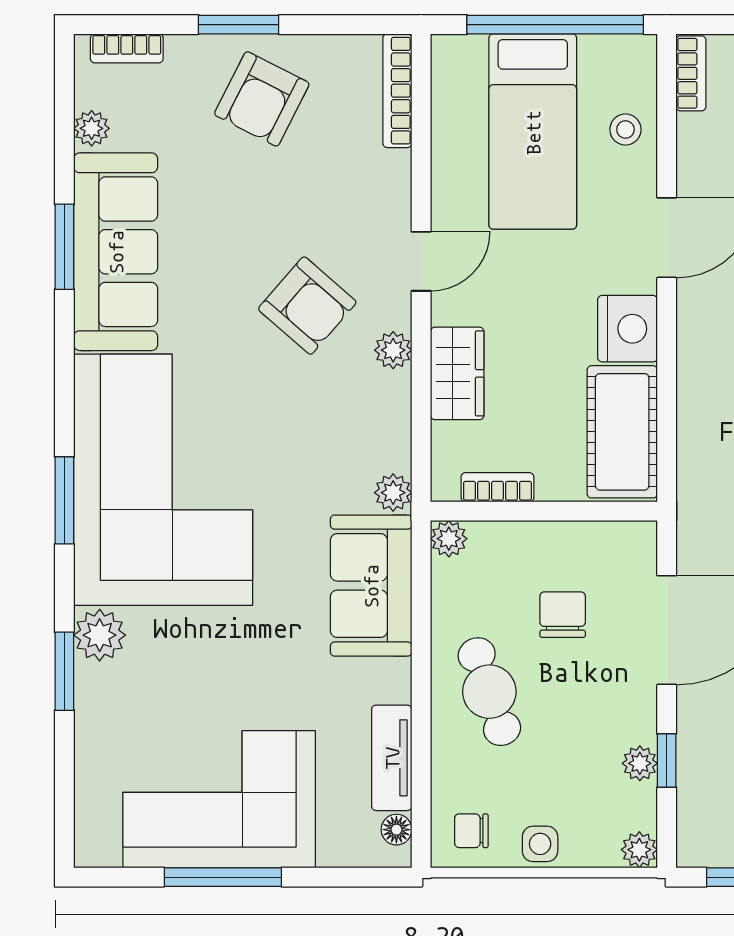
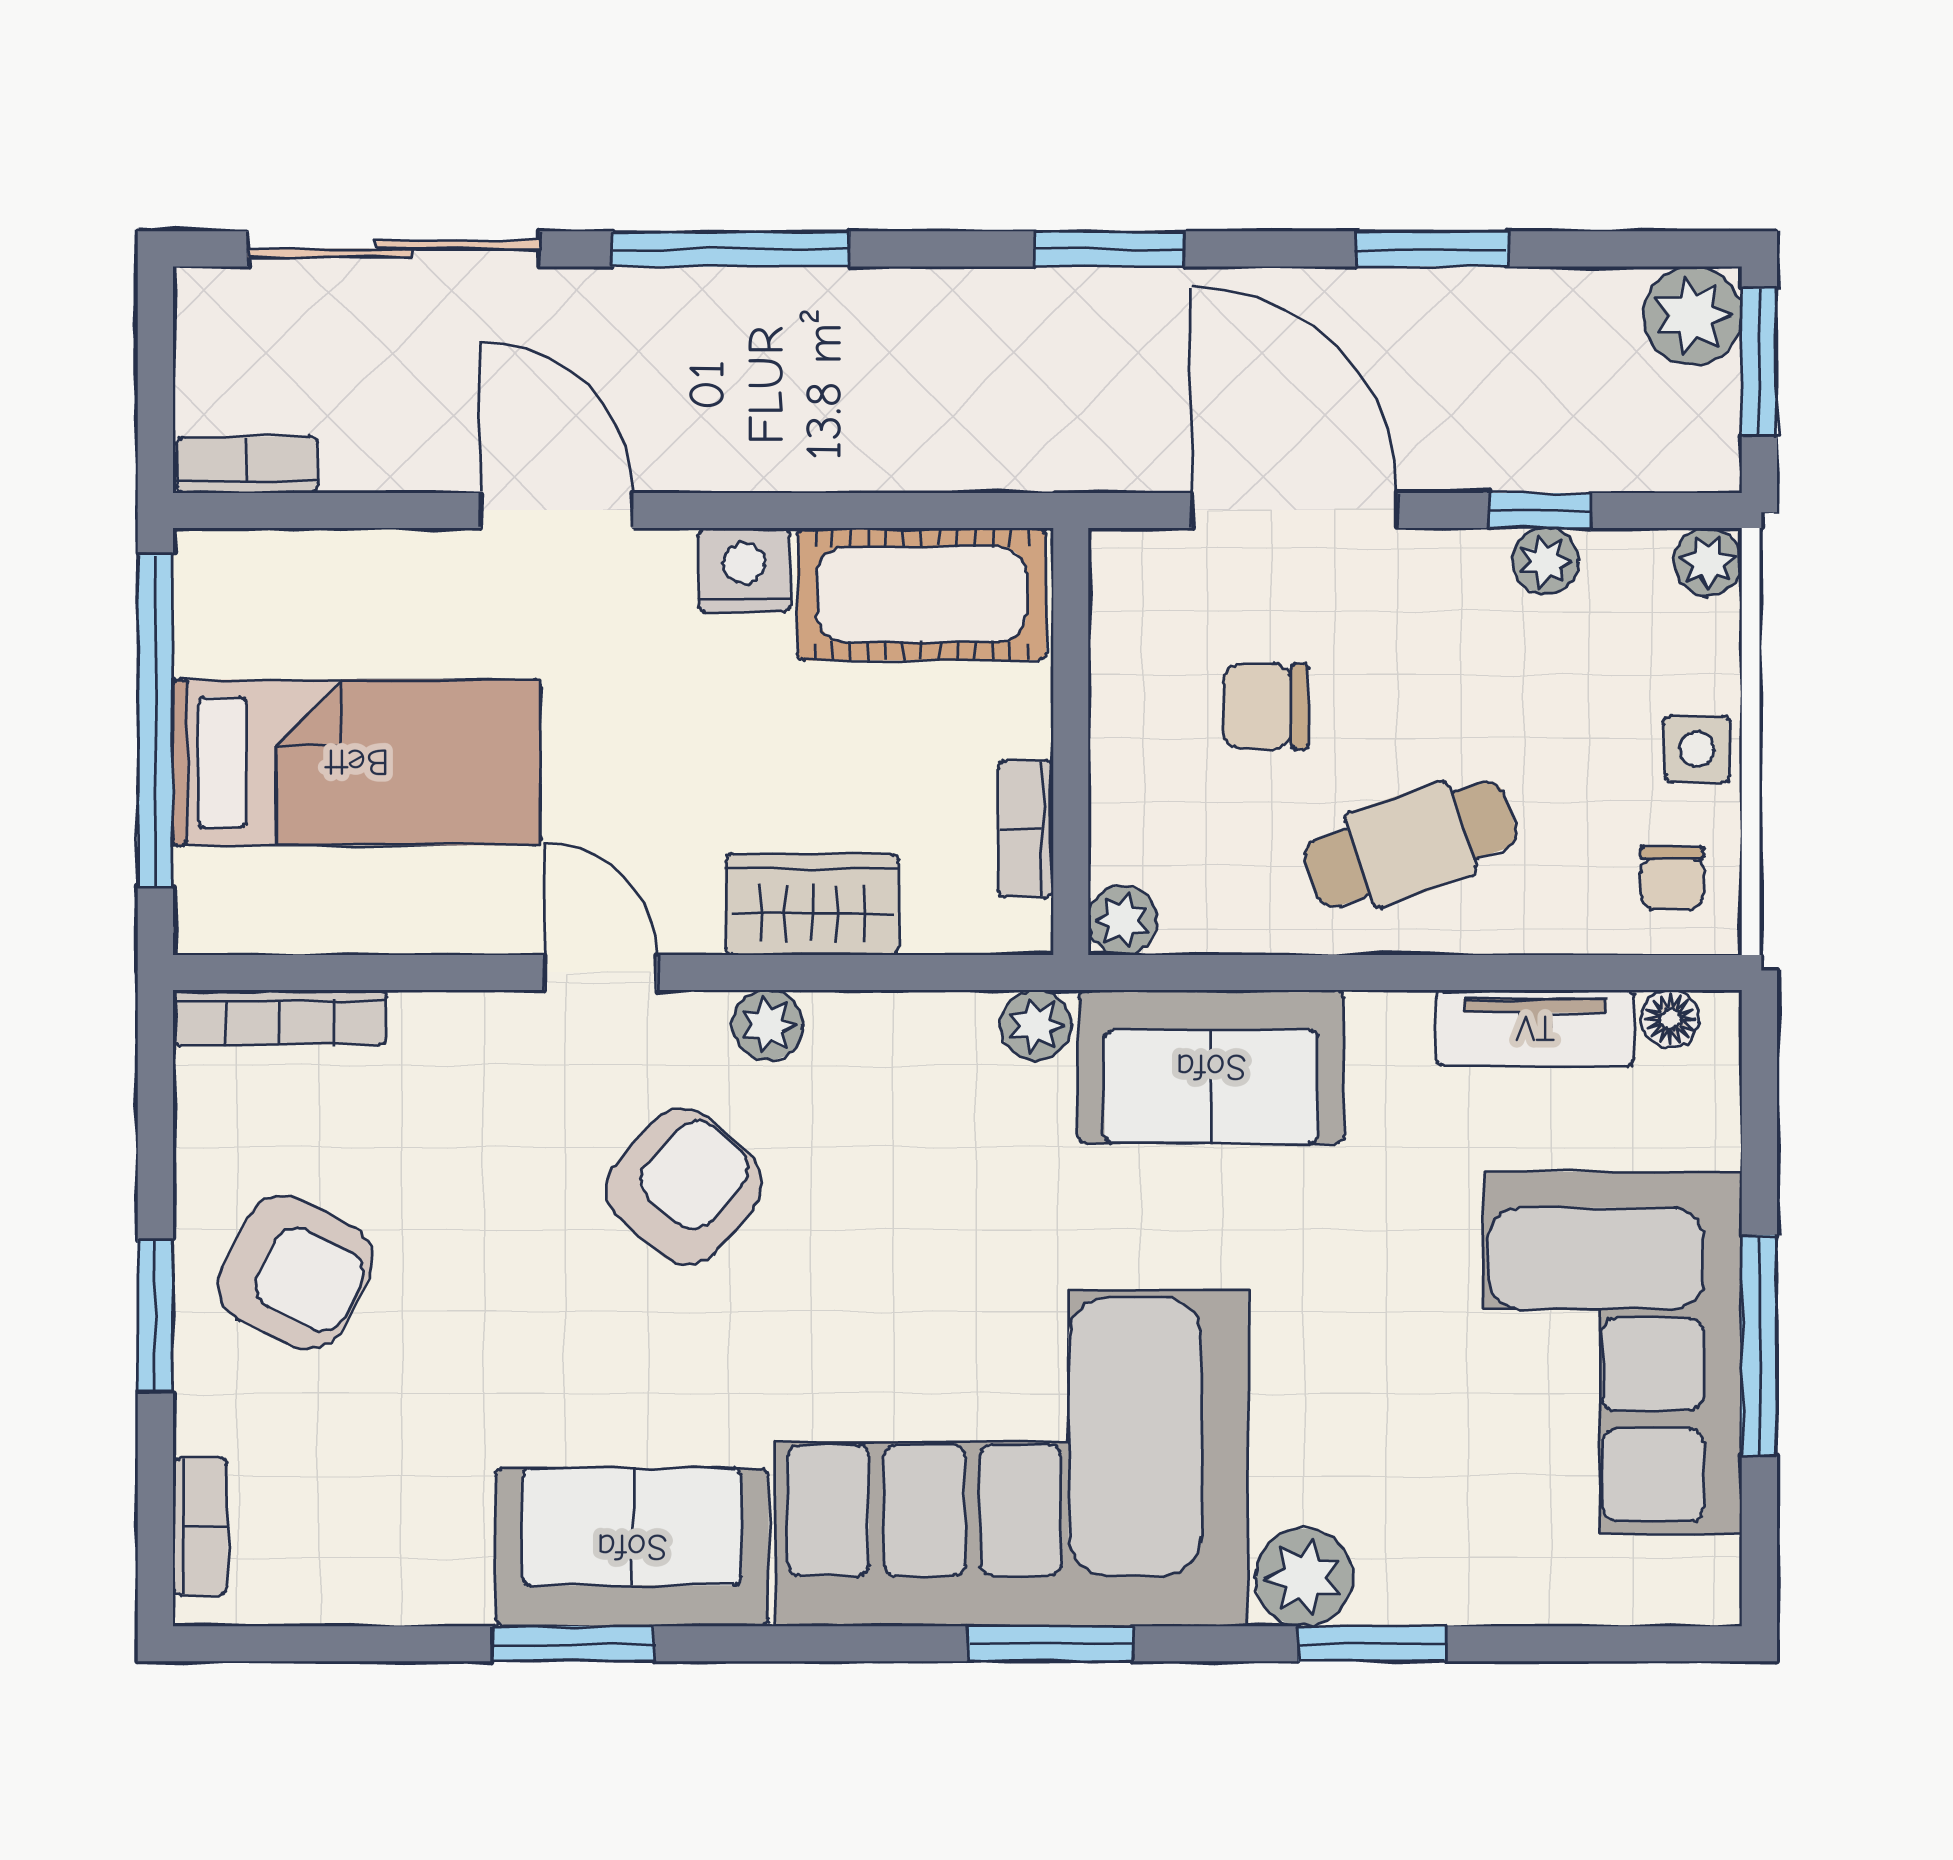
plant: (92, 128) -> (350, 1593), removed
stool: (625, 129) -> (353, 588), removed
sofa: (116, 252) -> (632, 1547), width x0.73
nightstand: (628, 329) -> (744, 570), width x0.74, depth x0.75

